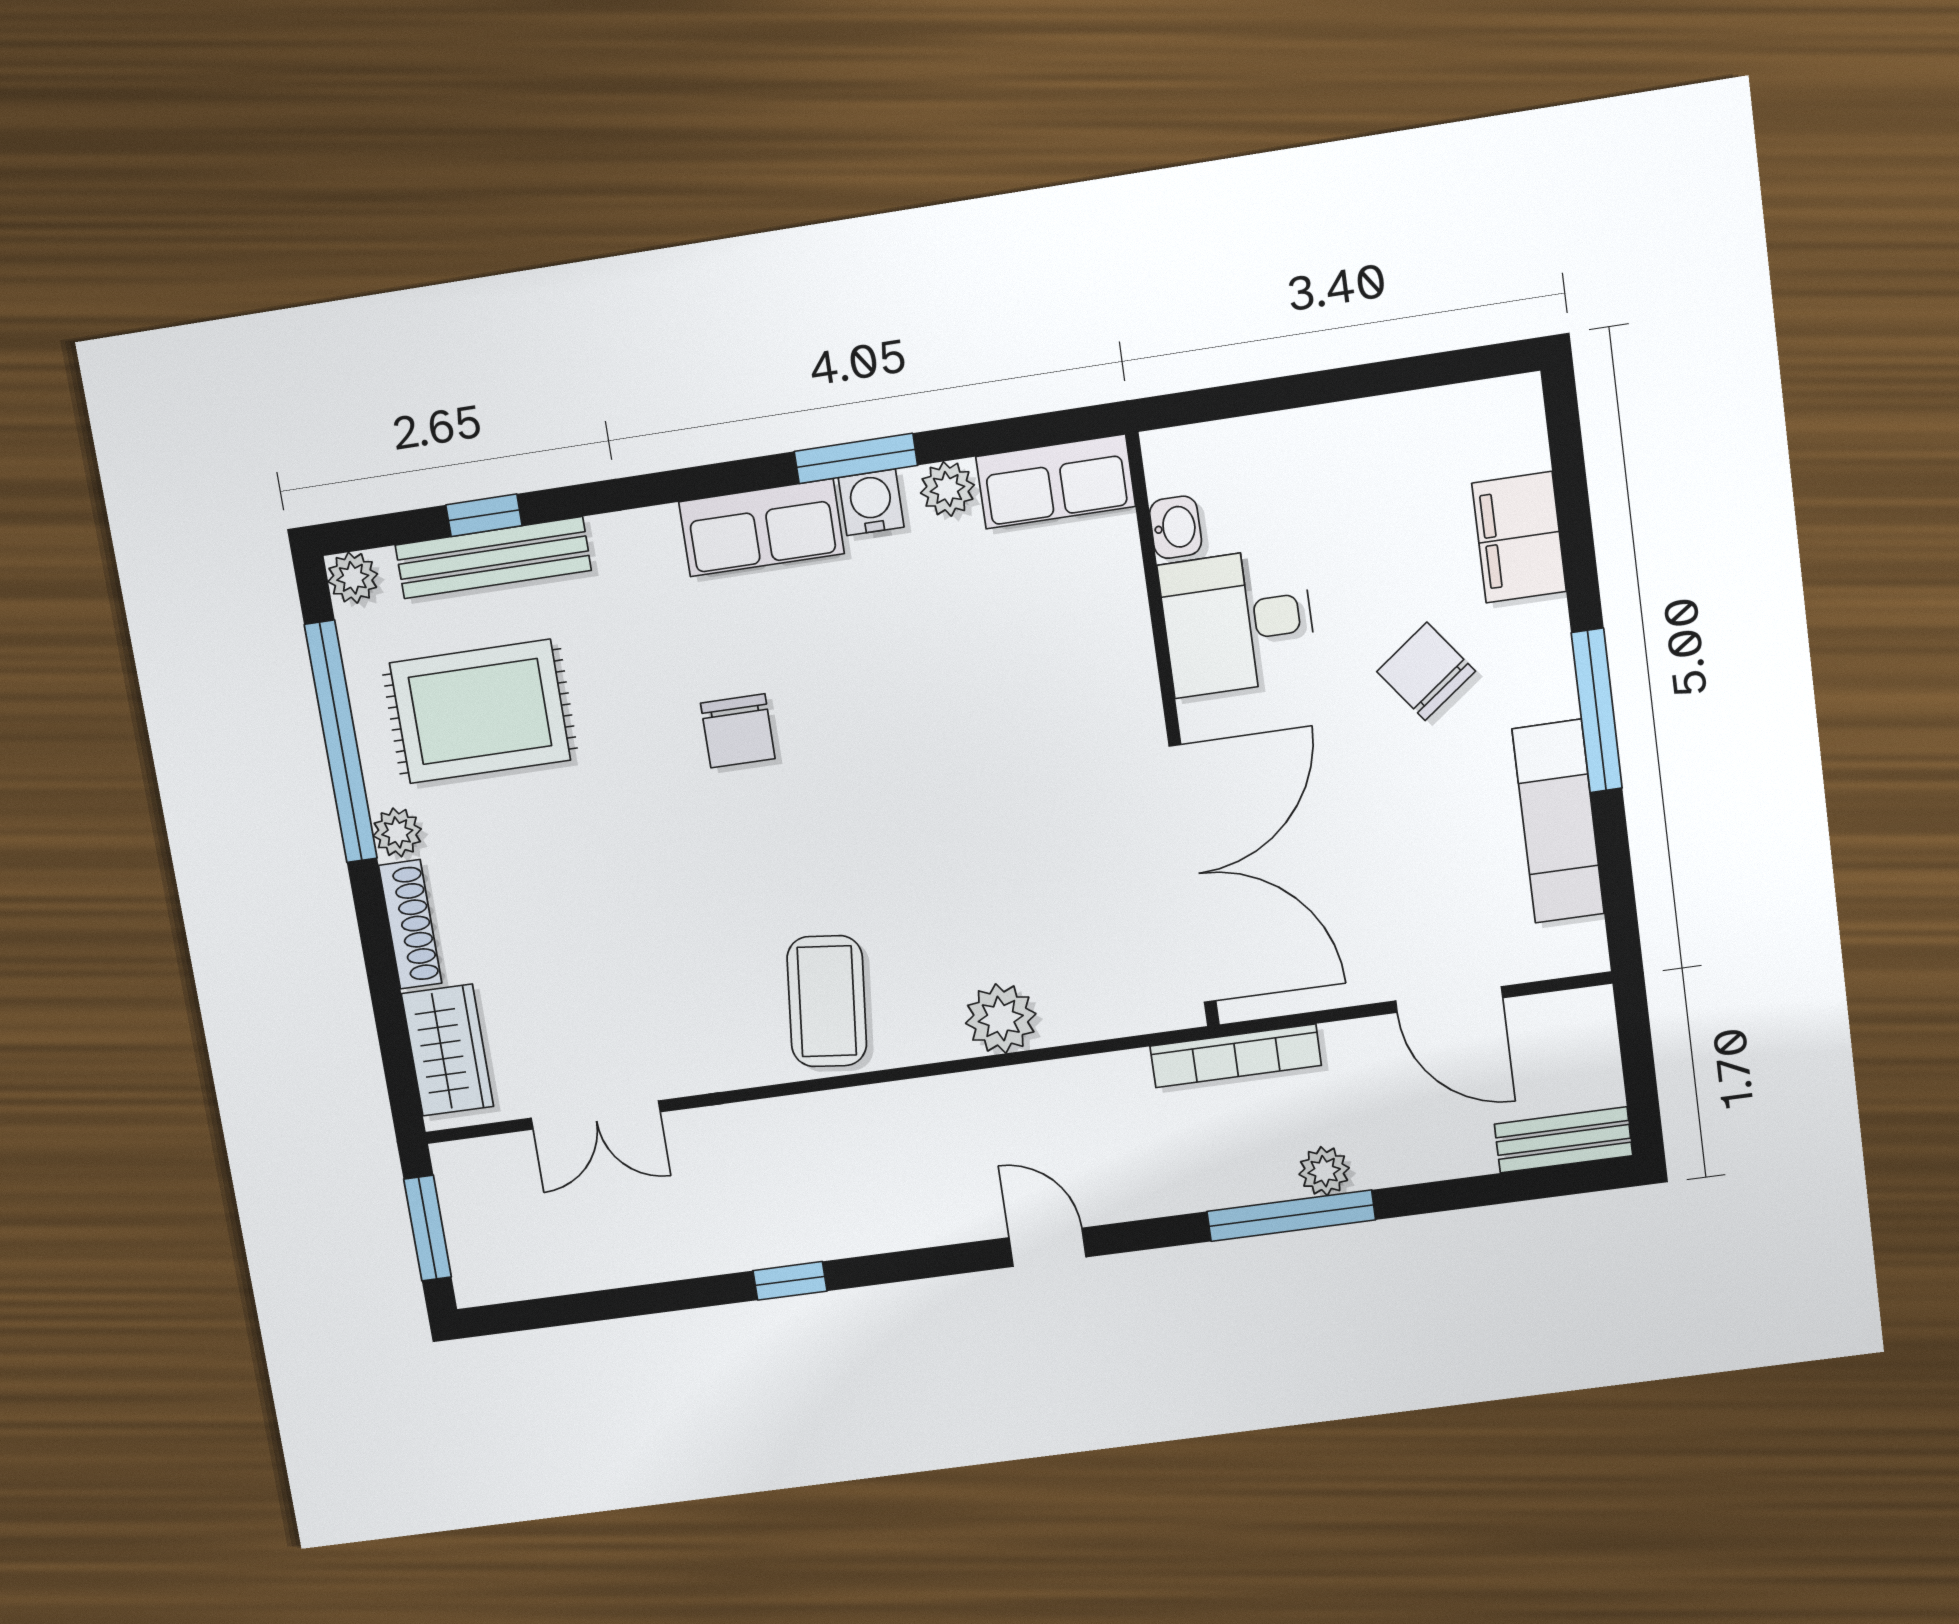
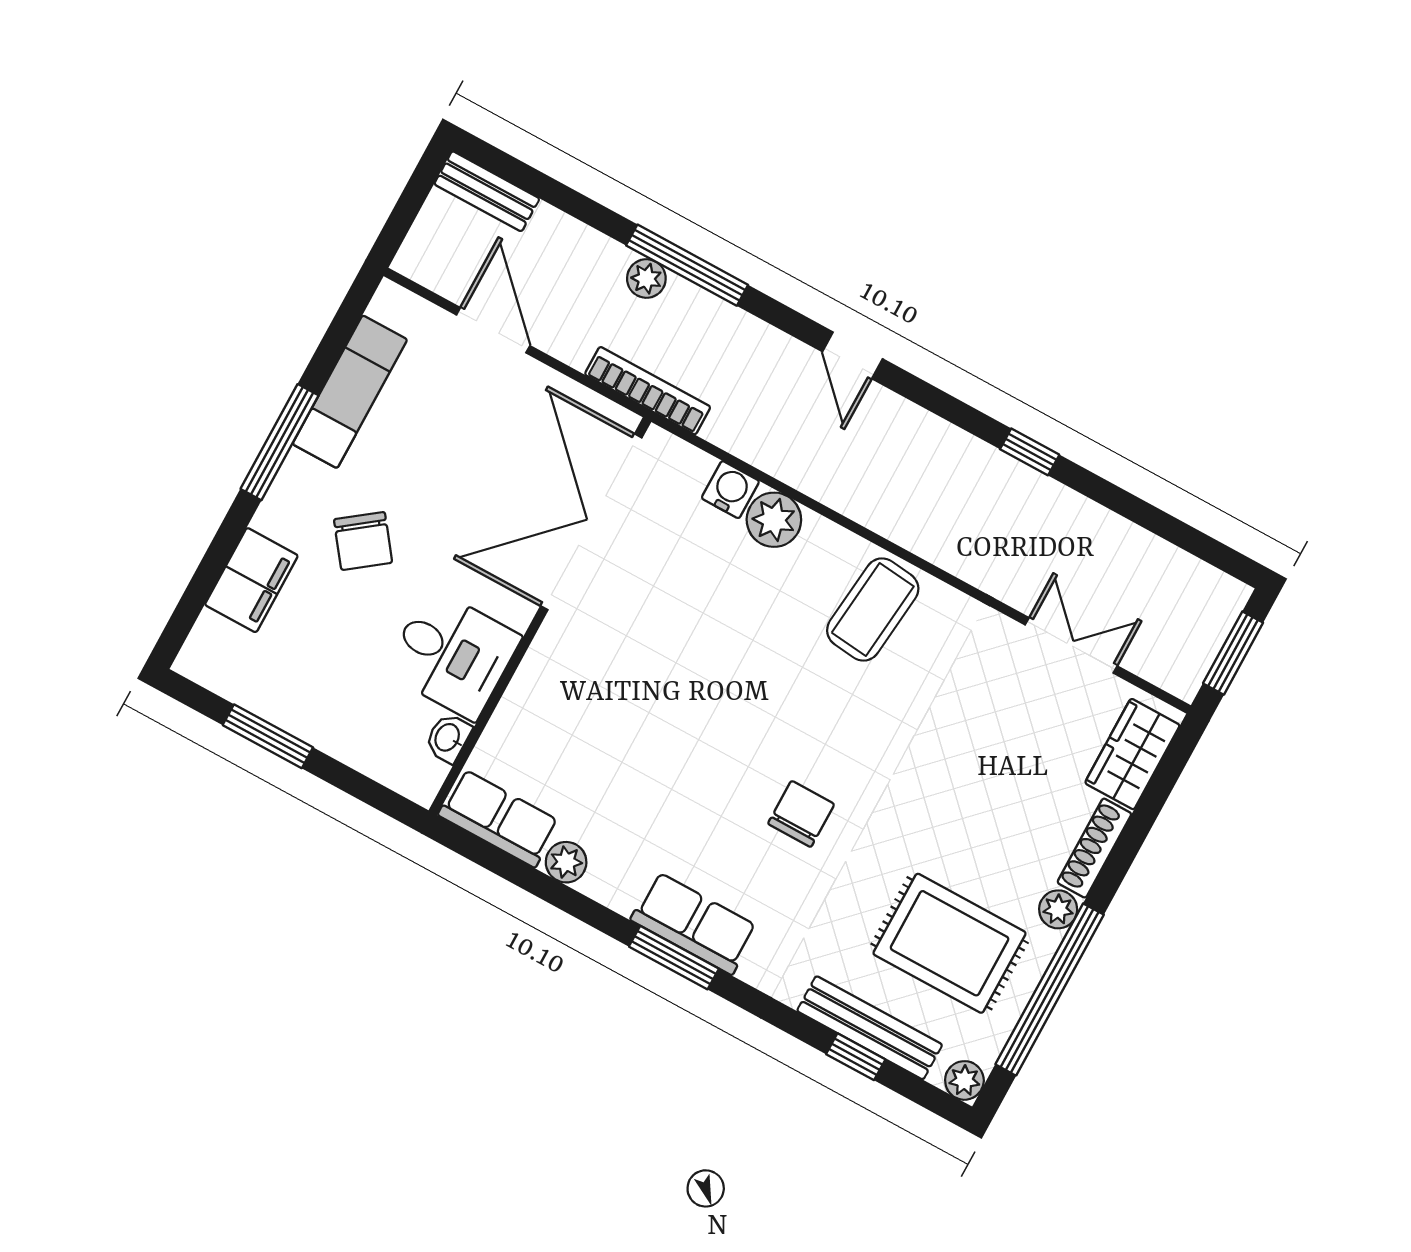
window: (1376, 379) -> (268, 736), added
window: (856, 458) -> (674, 958), moved
water cooler: (871, 502) -> (730, 490), moved, turned 180

